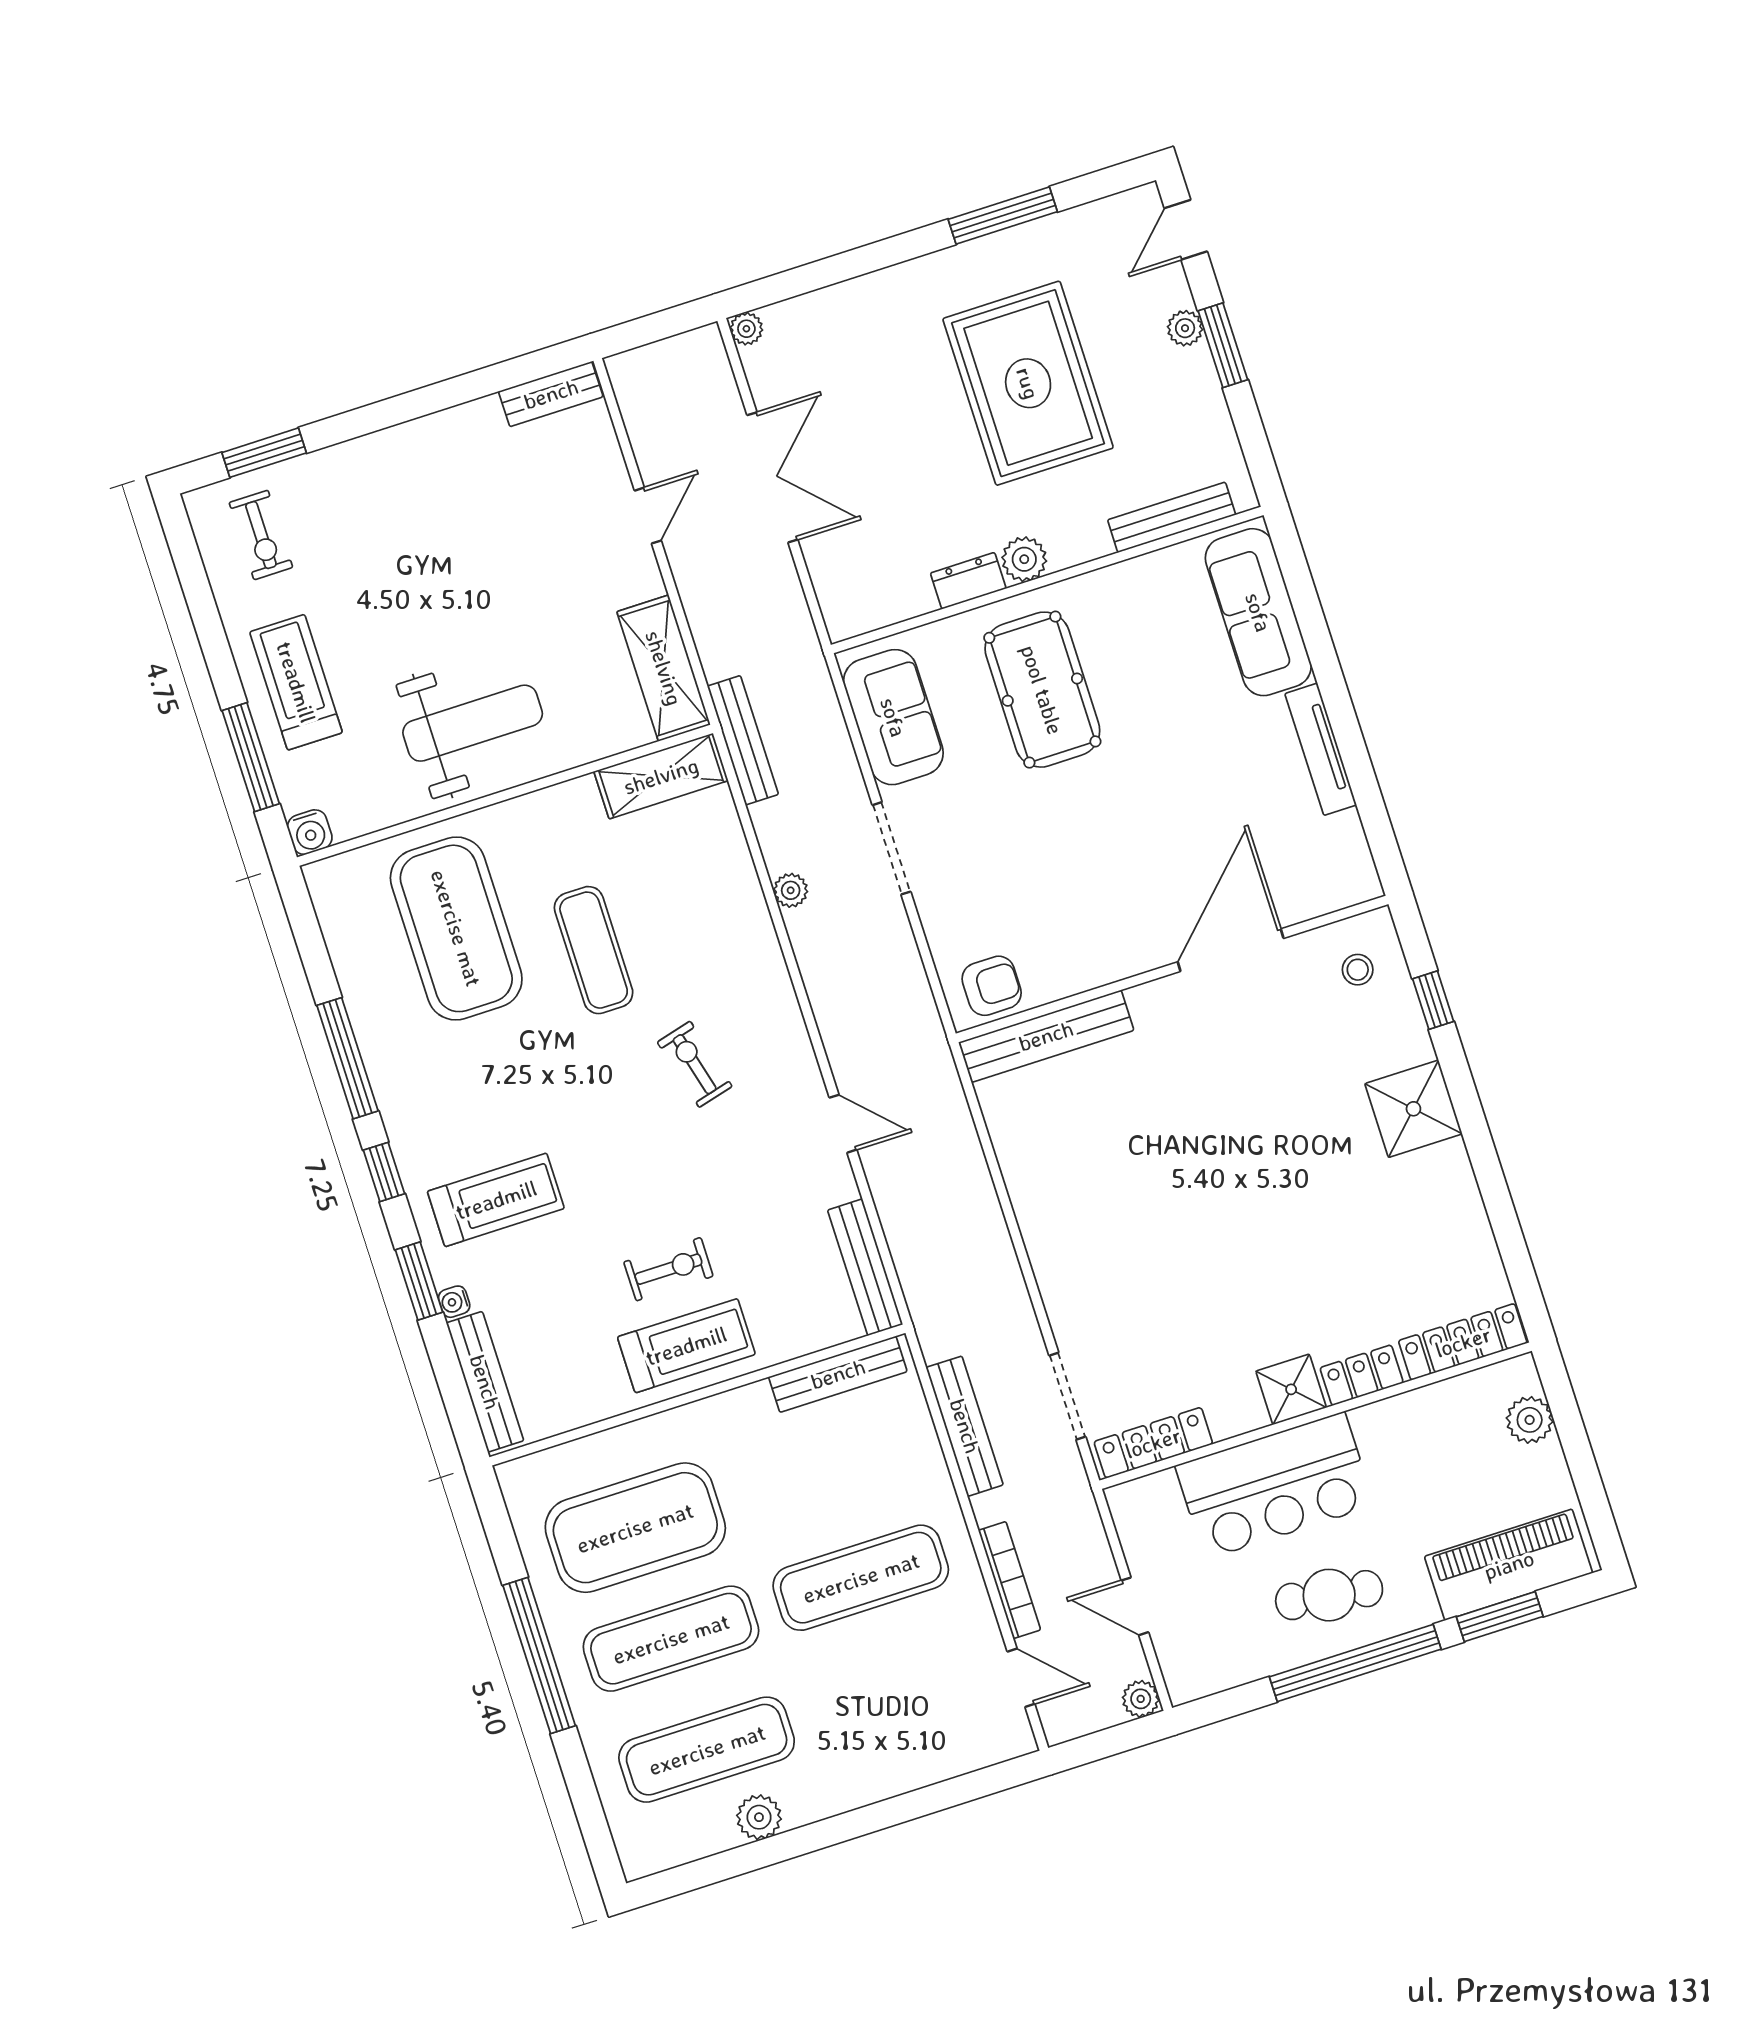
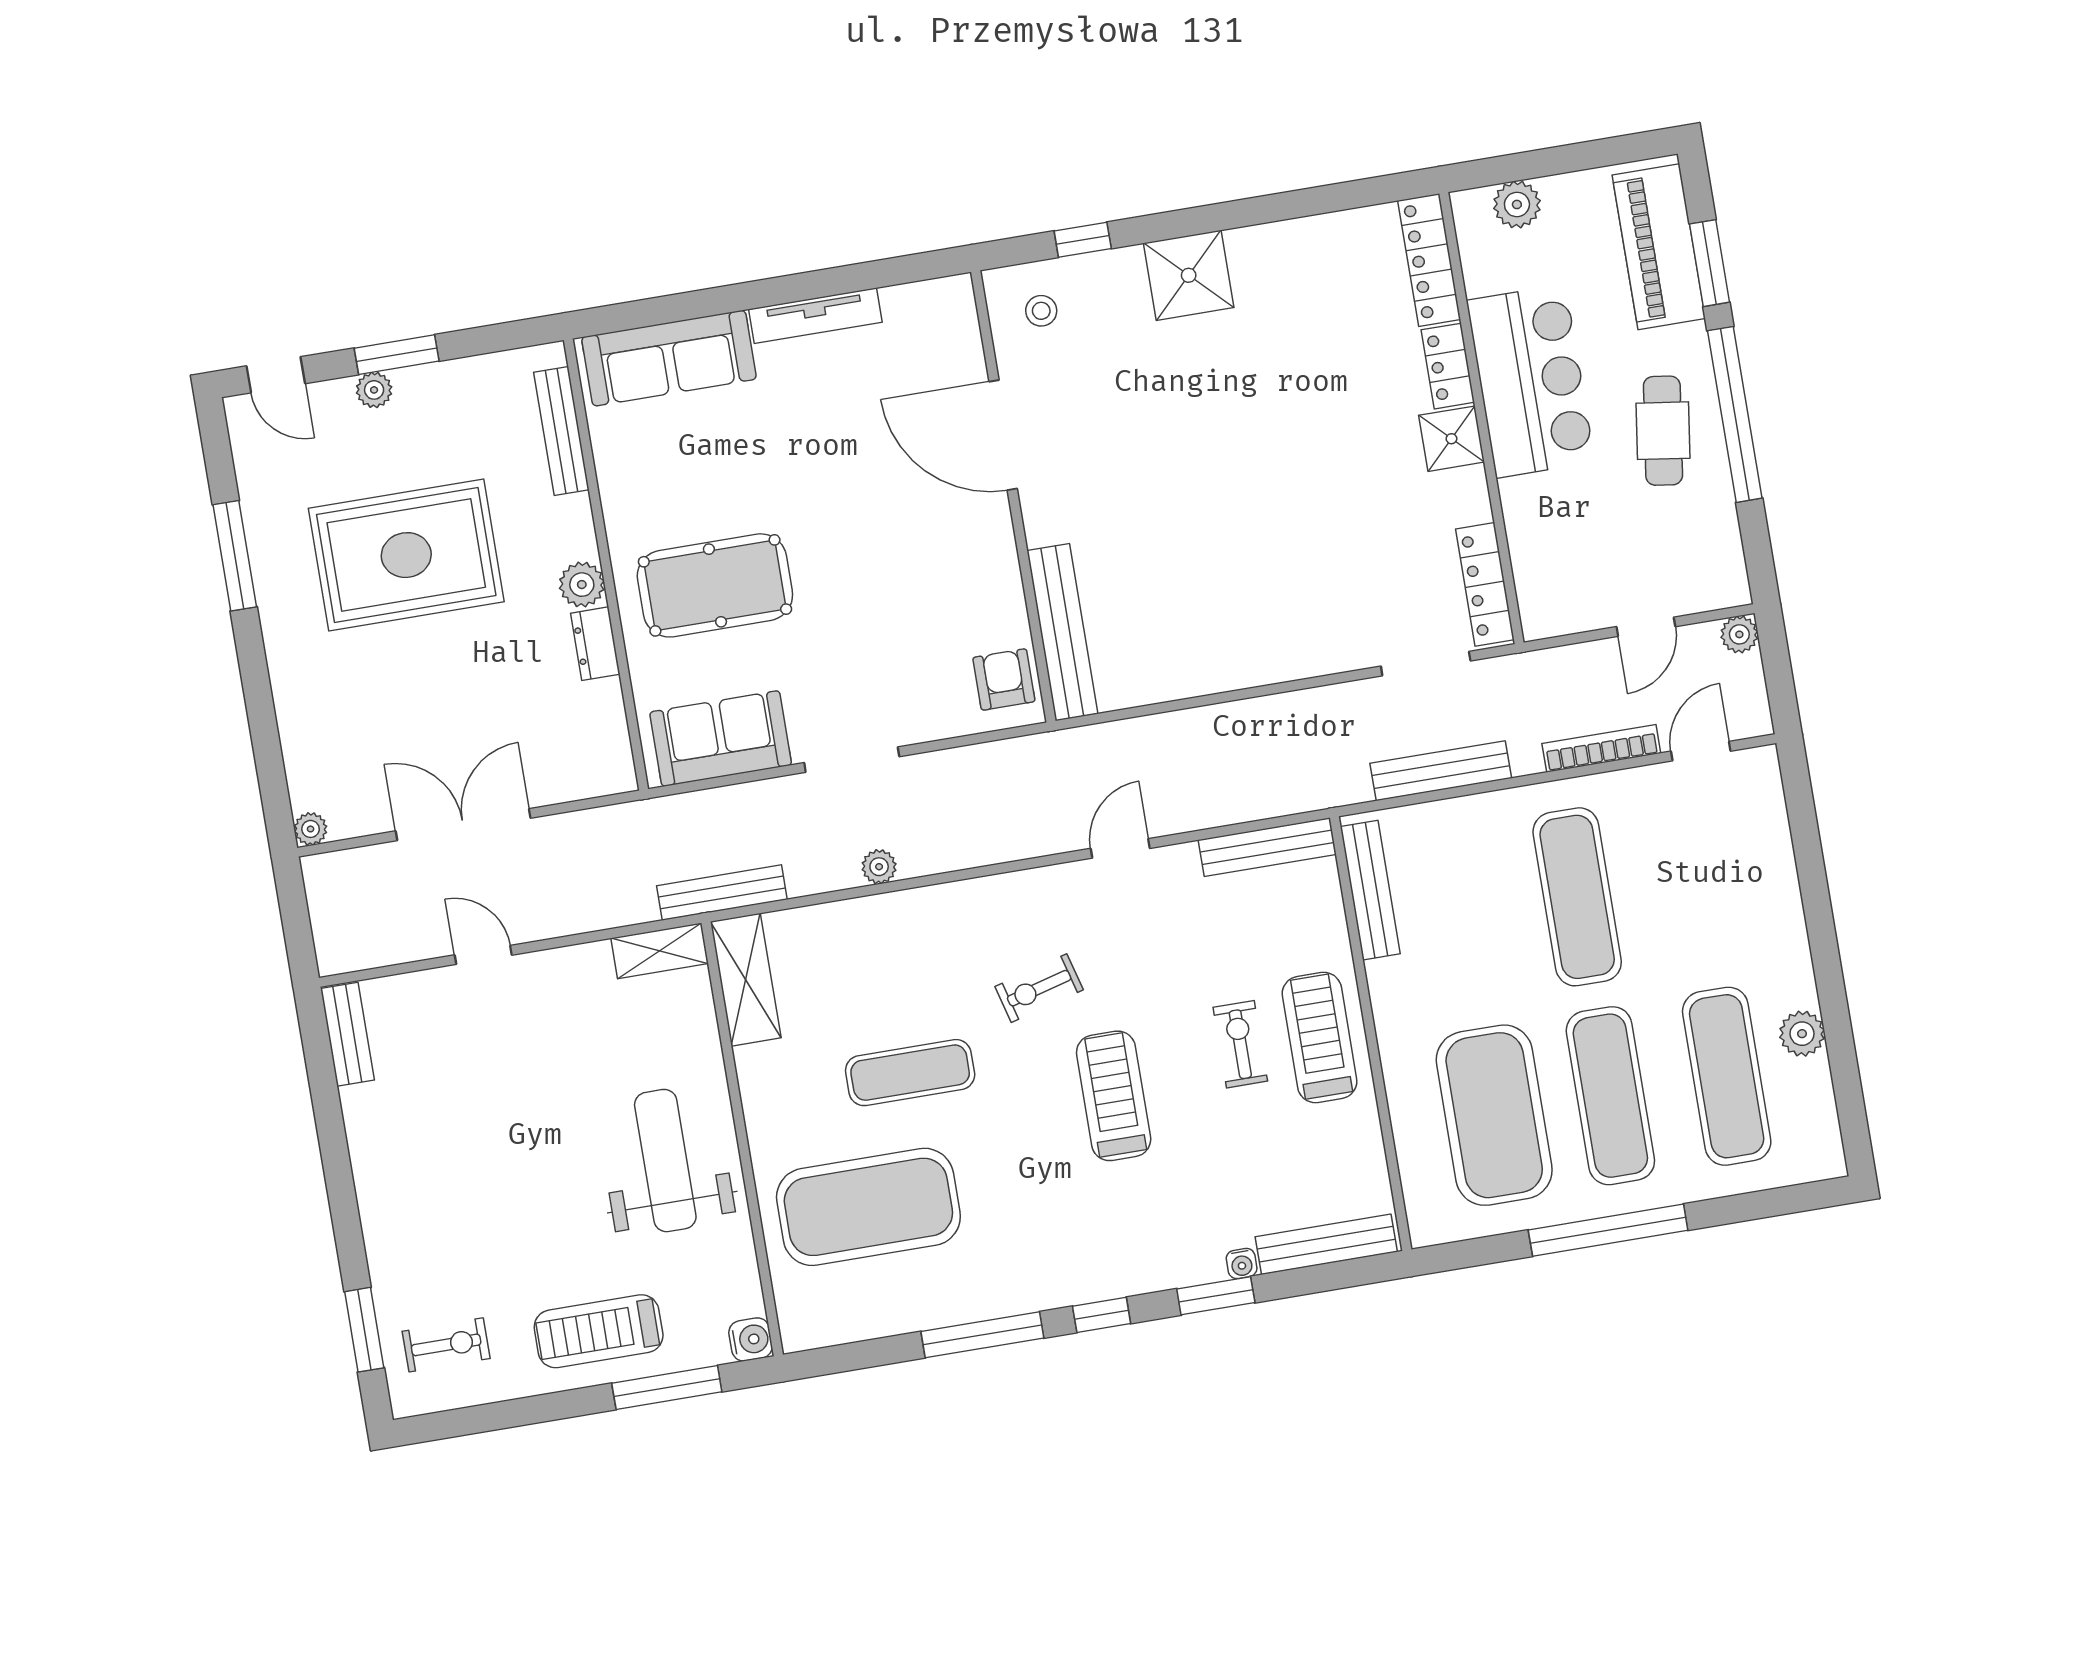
shelving: (664, 668) -> (660, 951), width x0.67, depth x0.75
treadmill: (496, 1200) -> (1114, 1096), moved
bar counter: (1275, 1486) -> (1531, 381), moved

